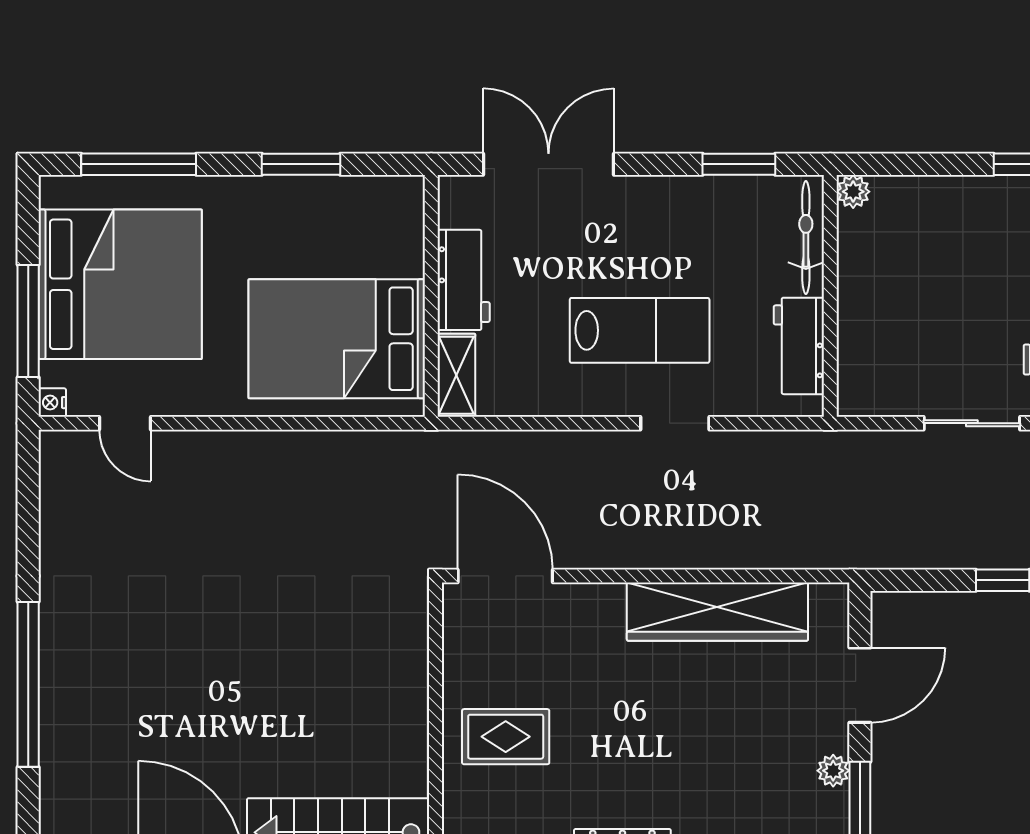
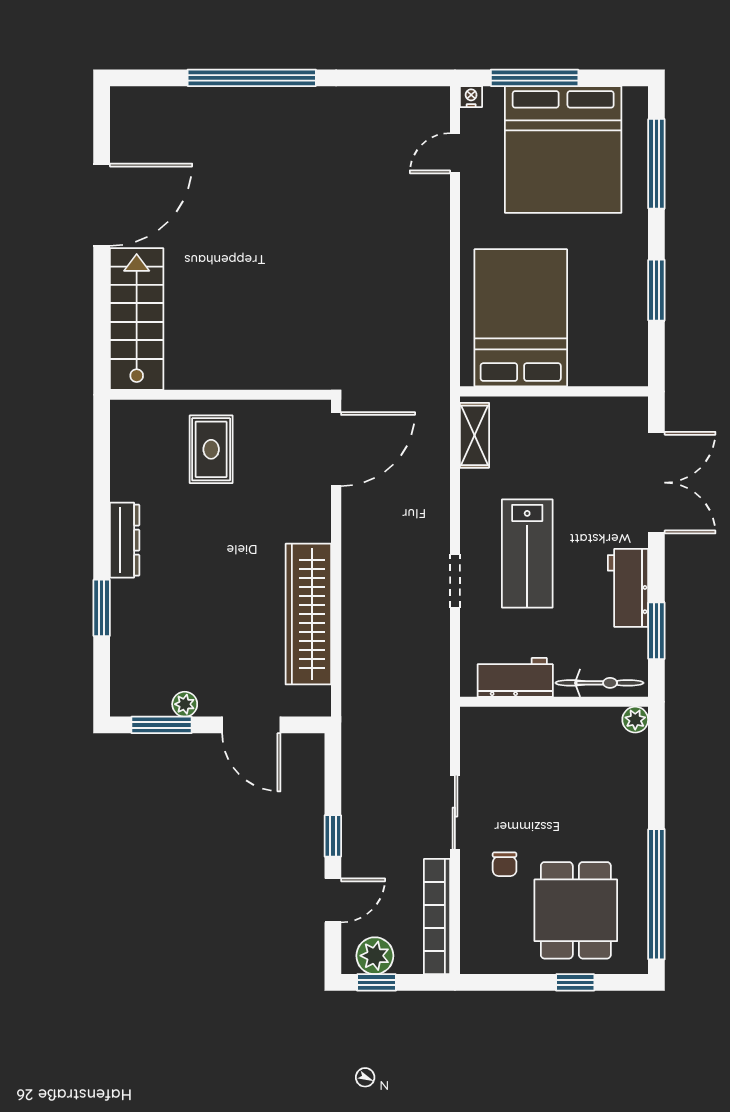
workbench: (464, 280) -> (628, 588), moved, turned 90
shelving: (456, 375) -> (475, 435), moved, turned 90

